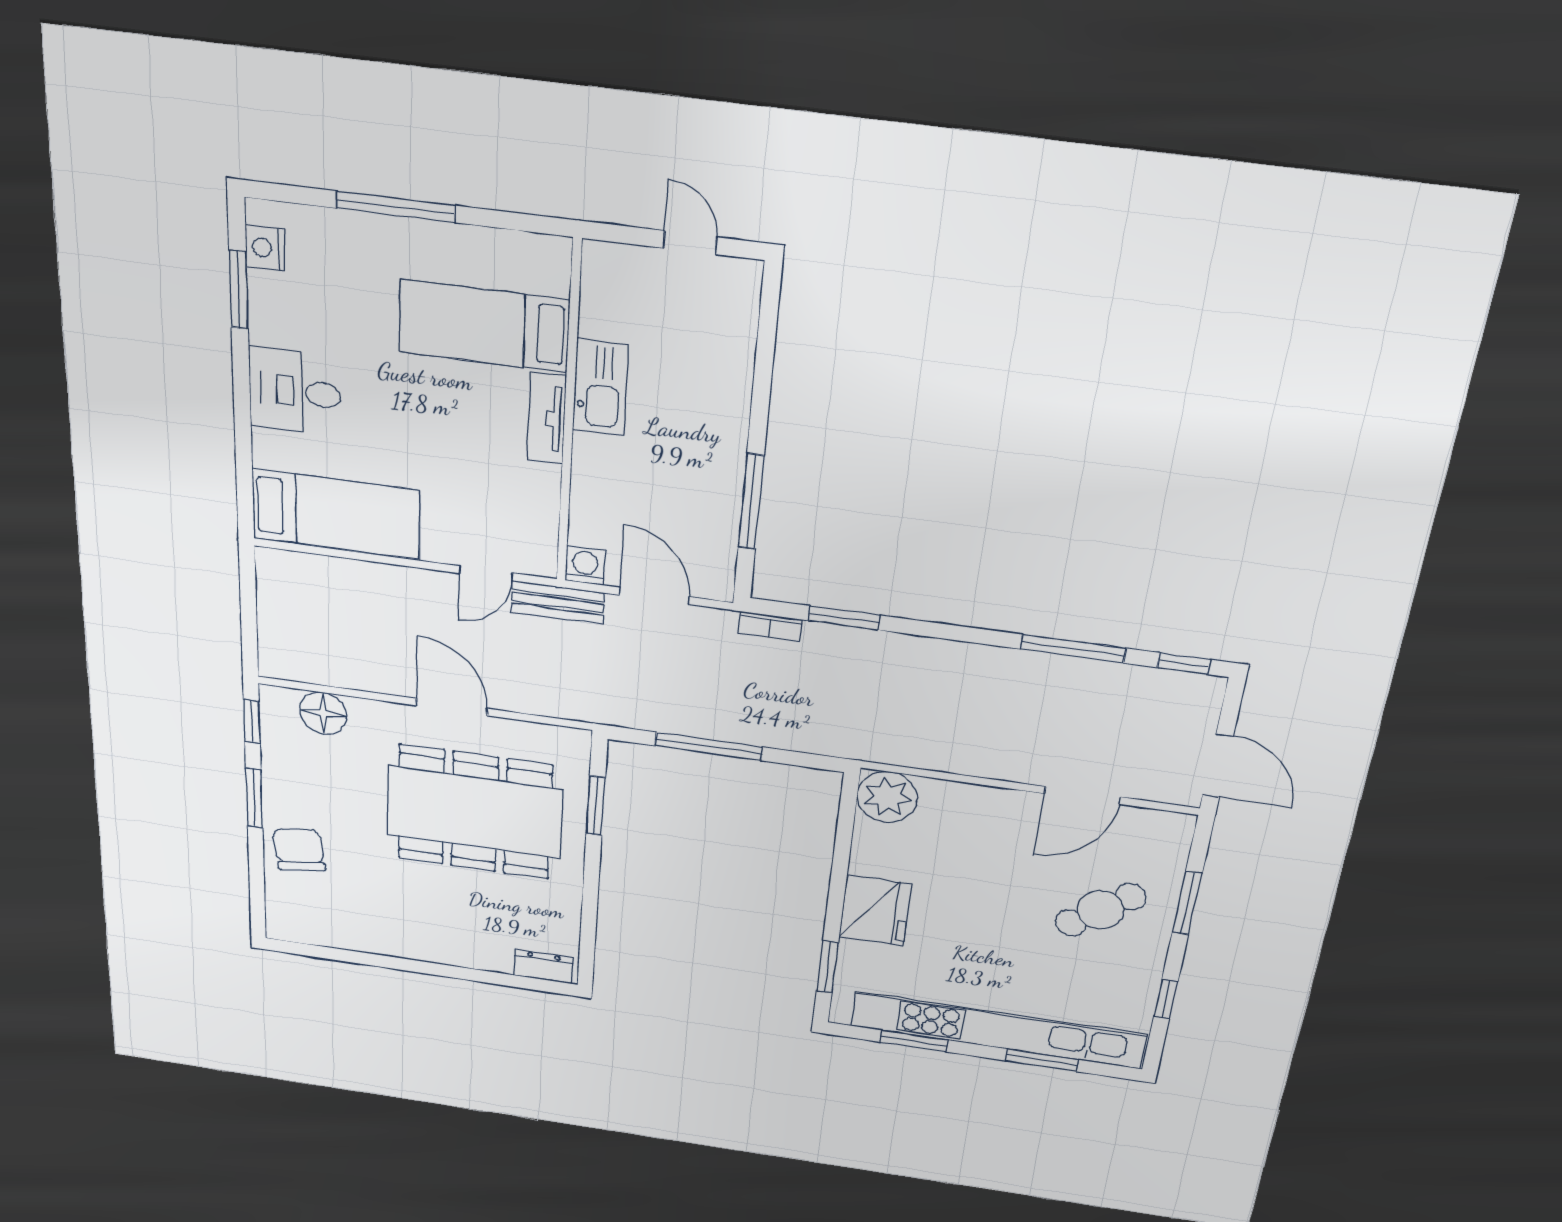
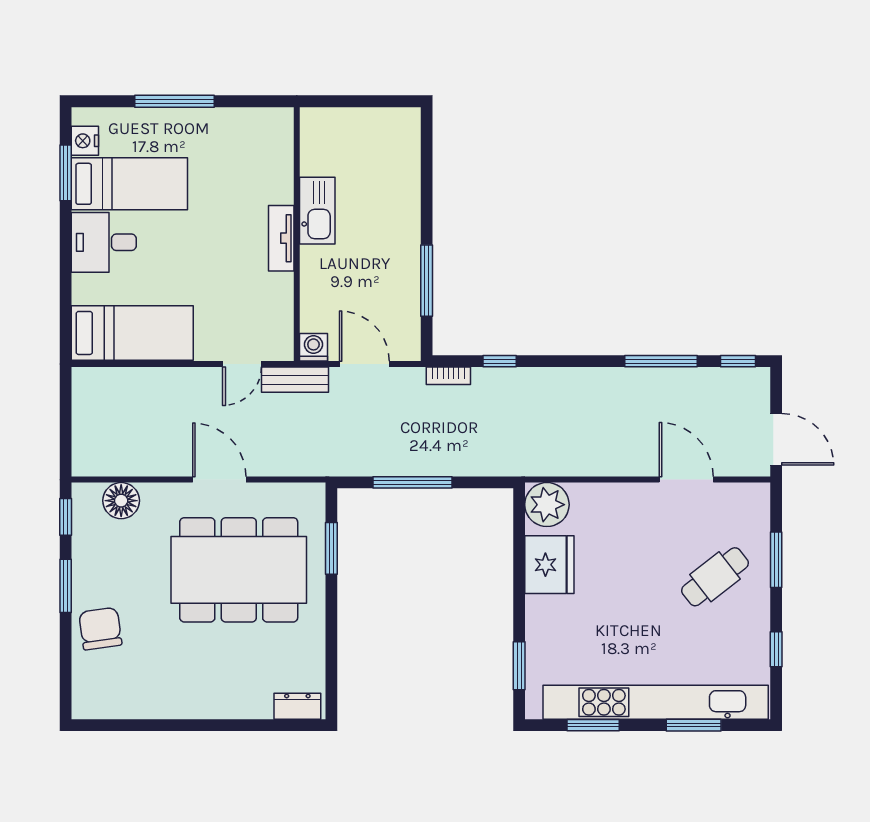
door: (690, 243) -> (371, 101), removed
bed: (484, 326) -> (129, 184), moved, turned 180
window: (844, 618) -> (500, 361), width x0.67
door: (1082, 795) -> (686, 480), swing flipped
fridge: (875, 911) -> (549, 565), moved

